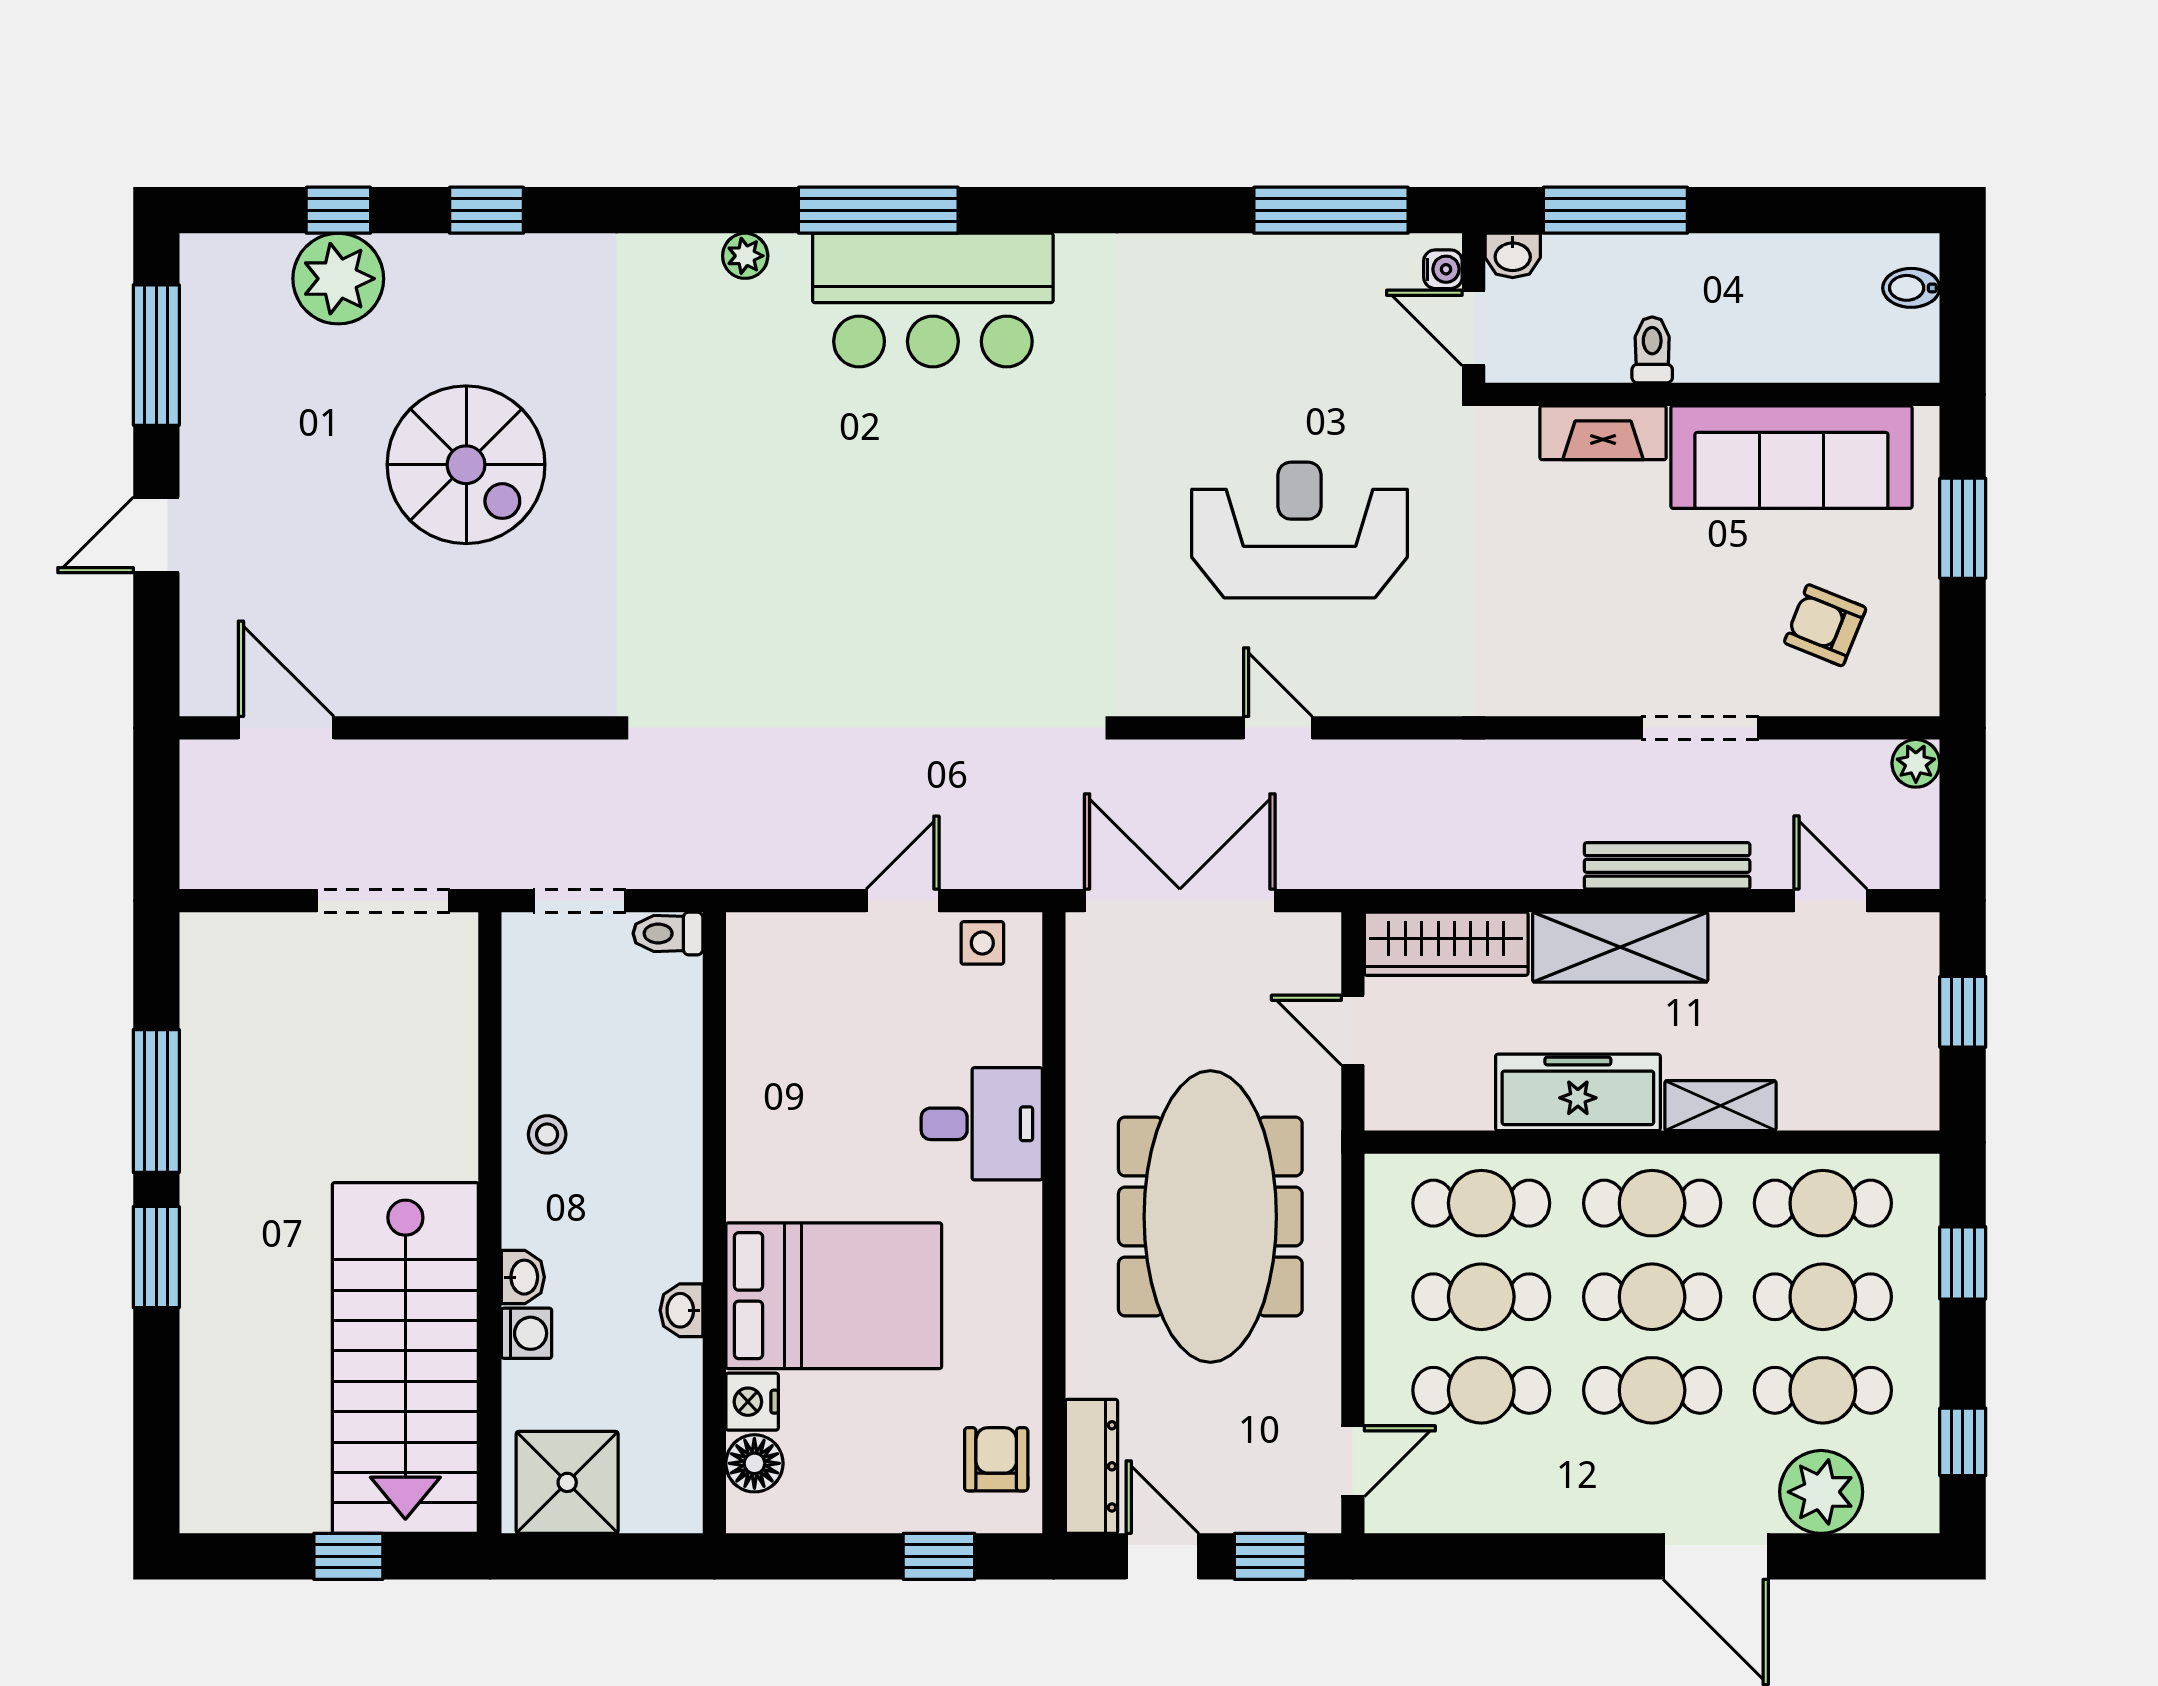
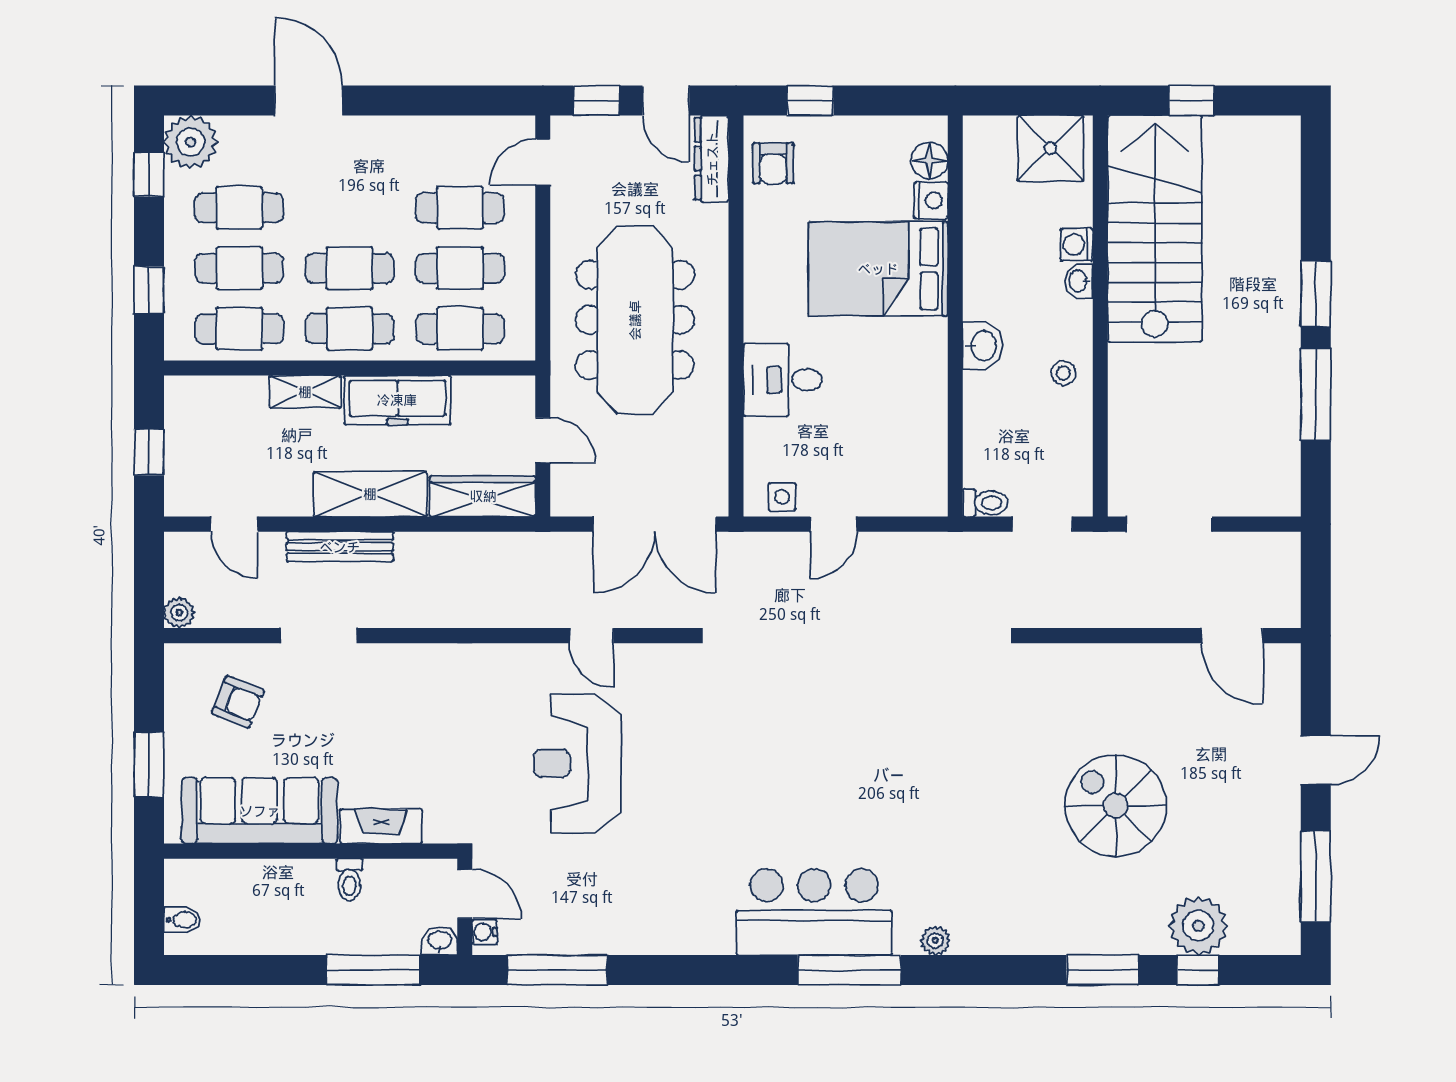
window: (487, 210) -> (1102, 970), width x1.50
reception desk: (1299, 530) -> (577, 763), turned 90
washbasin: (682, 1310) -> (983, 346), moved, width x1.38, depth x1.45
cafe table: (1652, 1390) -> (350, 208), removed
plant: (1821, 1492) -> (191, 142), moved

